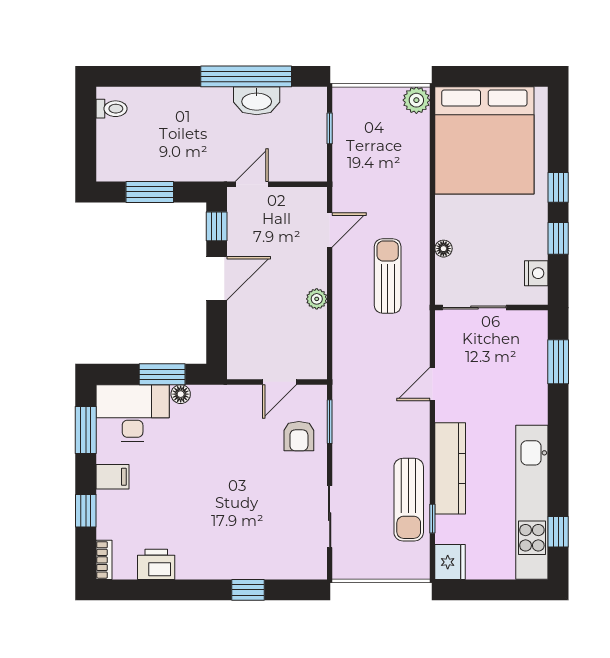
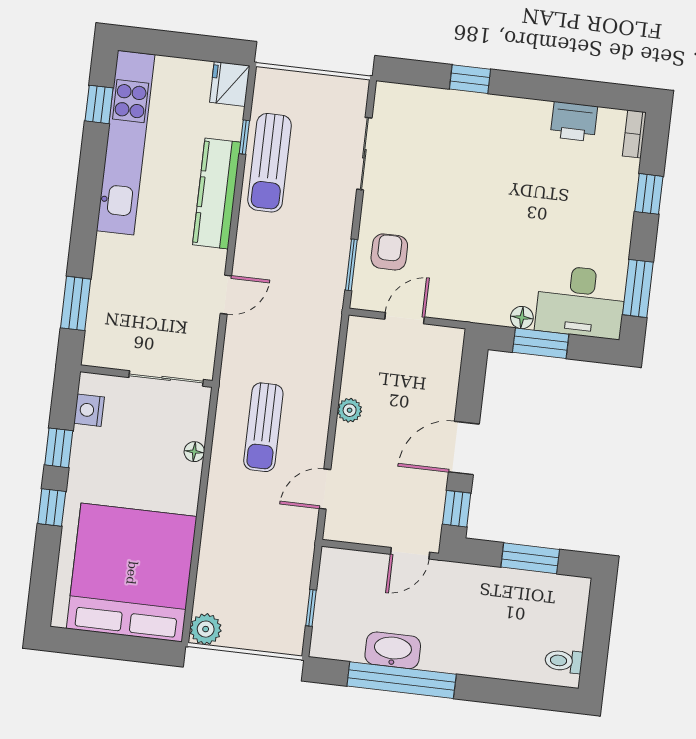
filing cabinet: (112, 477) -> (613, 230), removed
sun lounger: (409, 500) -> (270, 163), turned 180

